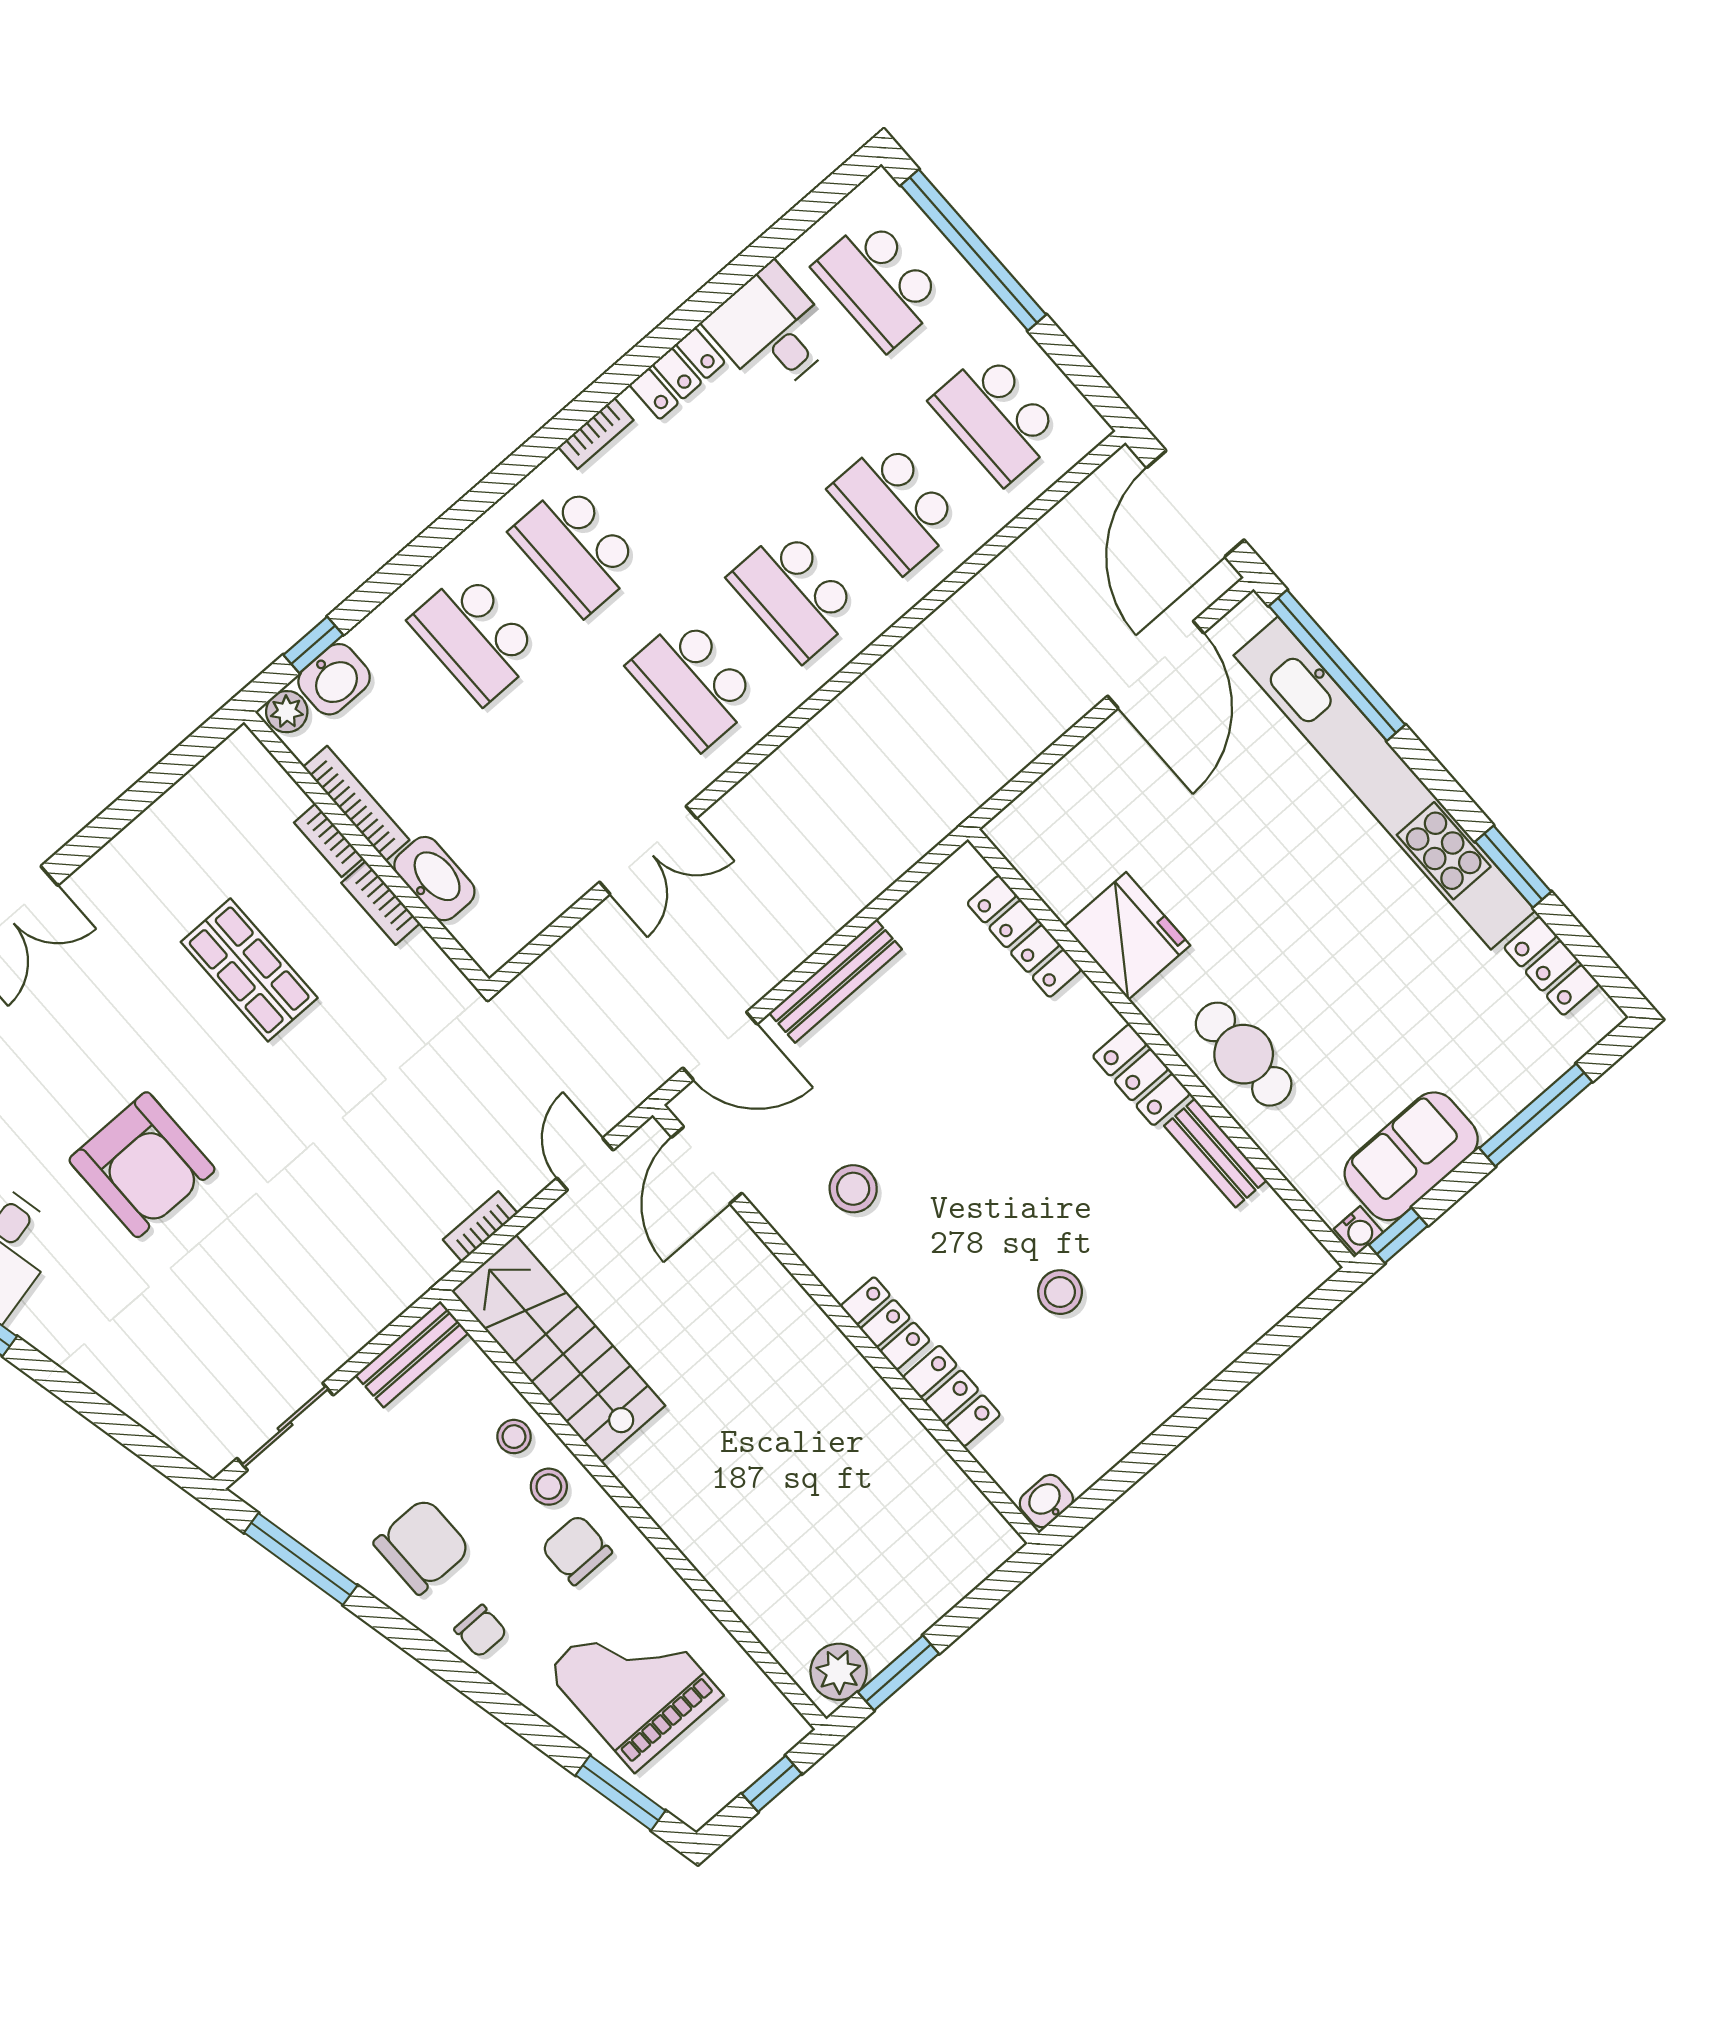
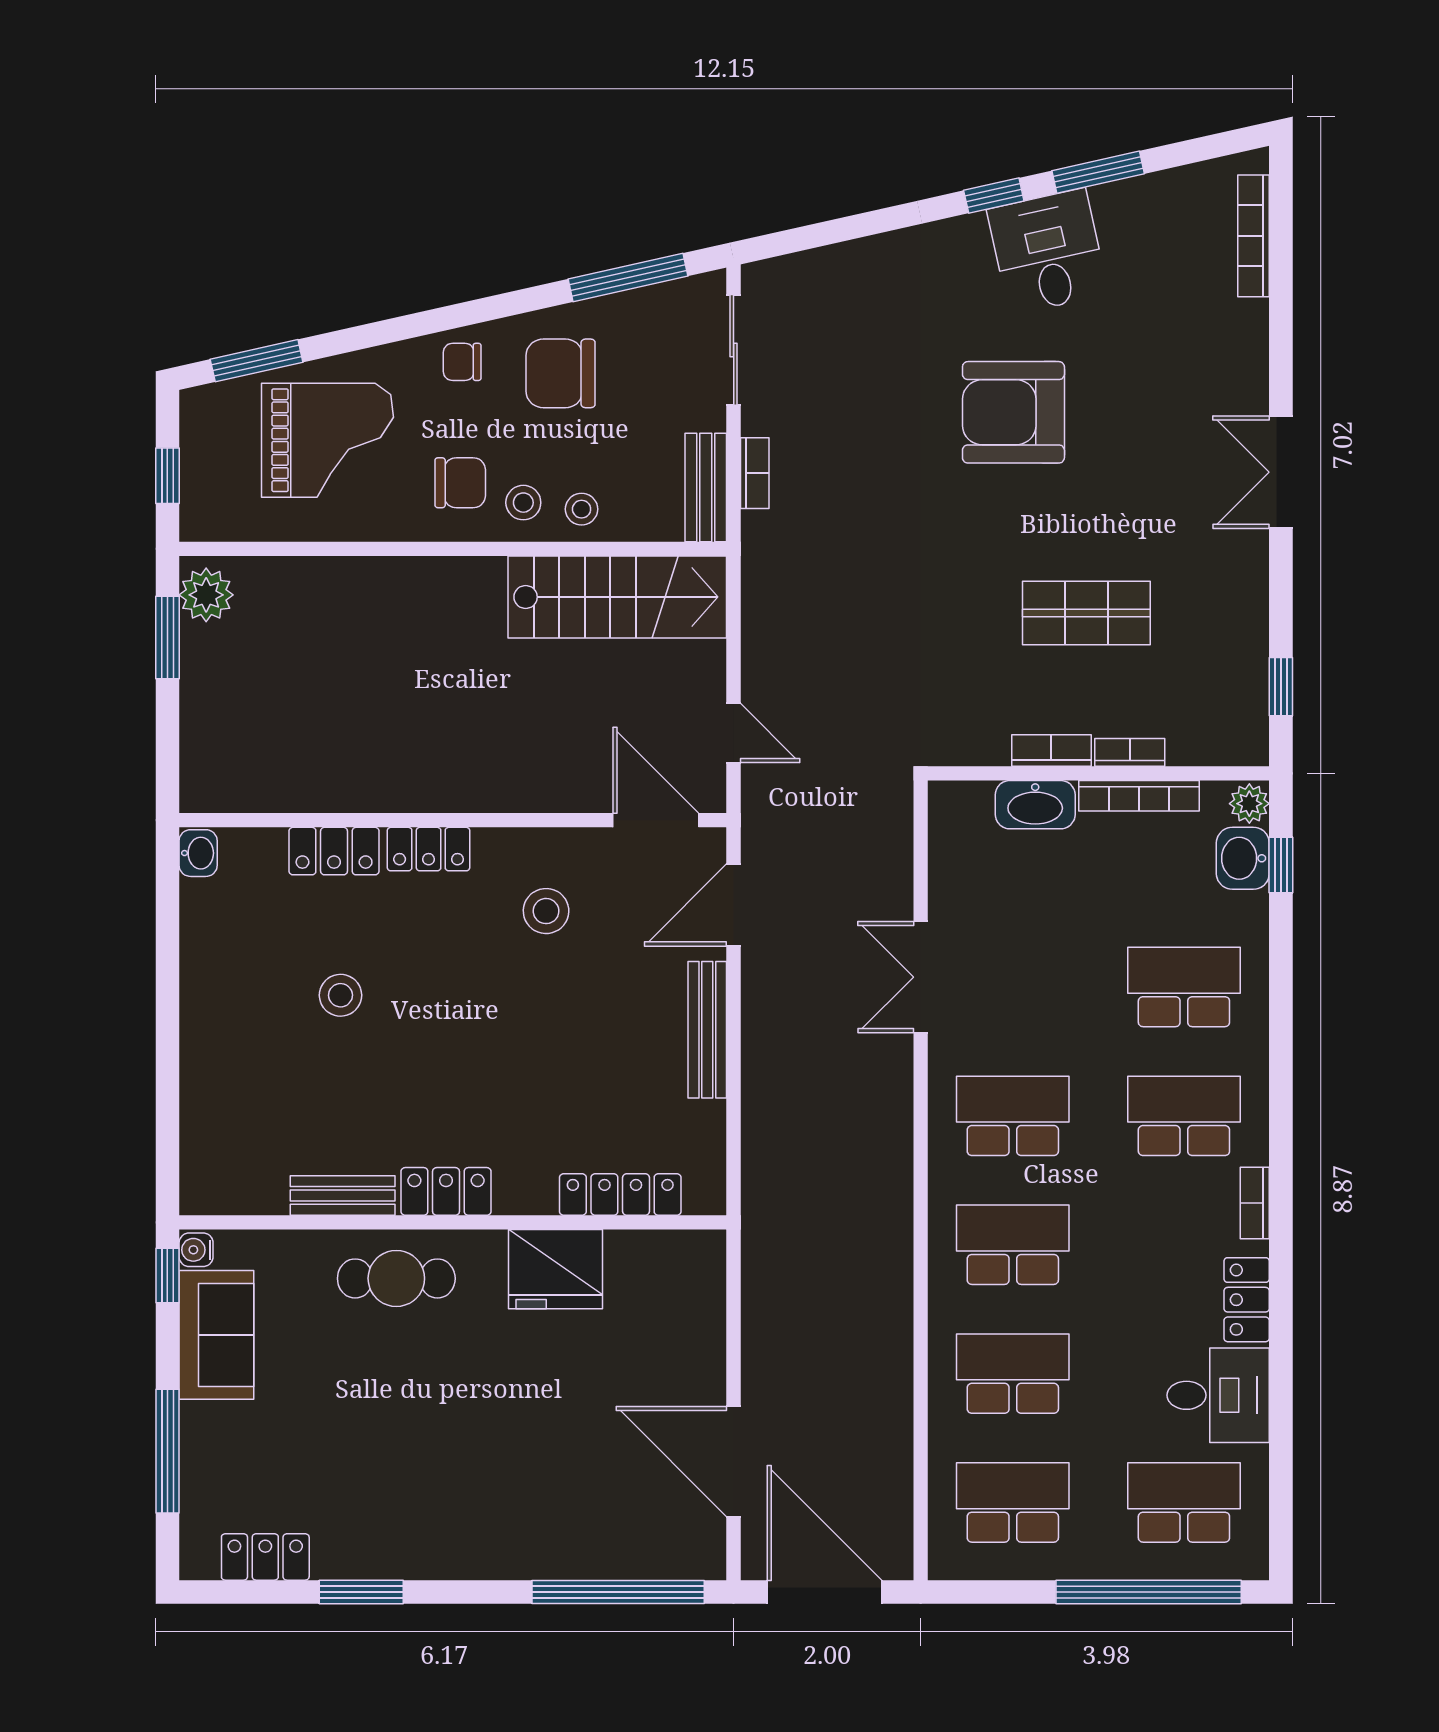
window: (174, 767) -> (1281, 687), added
kitchen unit: (1384, 783) -> (503, 1552), removed
bookcase: (480, 1226) -> (755, 473), moved
chair: (422, 1546) -> (561, 373), turned 90

